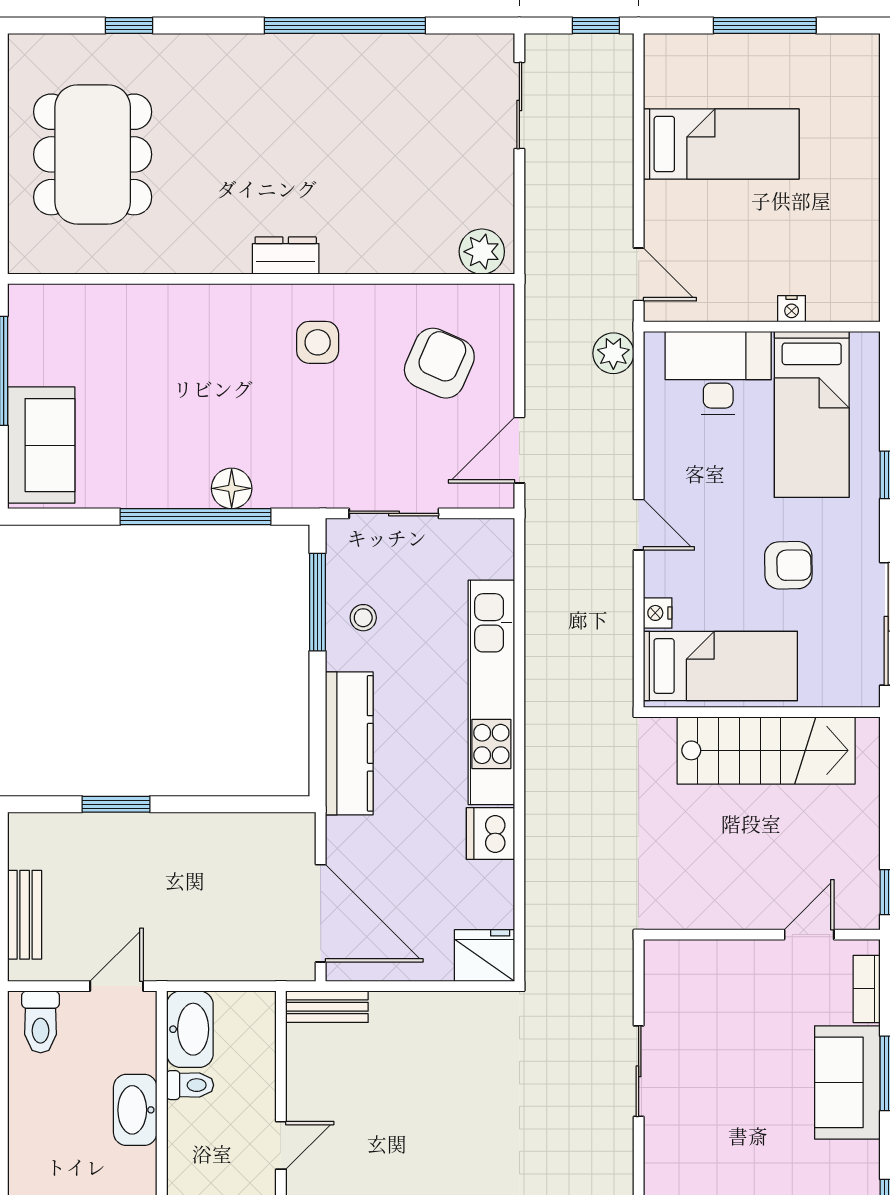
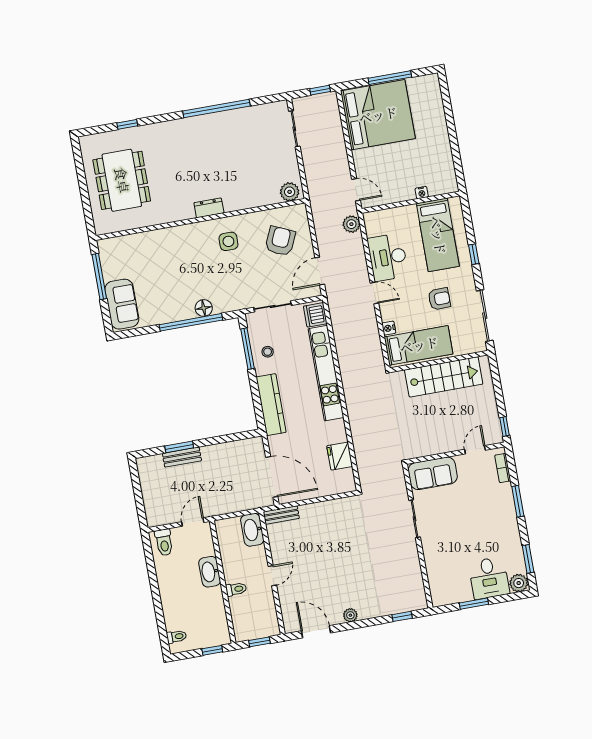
bed: (721, 144) -> (378, 115), width x2.04
desk: (718, 373) -> (388, 257), moved, turned -90
dishwasher: (490, 833) -> (315, 315), moved
bench: (25, 915) -> (182, 457), moved, turned 90
fridge: (485, 956) -> (340, 456), moved, turned -90
washbasin: (190, 1029) -> (252, 530), moved, turned 180
sofa: (847, 1082) -> (433, 473), moved, turned -90
toilet: (190, 1085) -> (236, 589), moved

